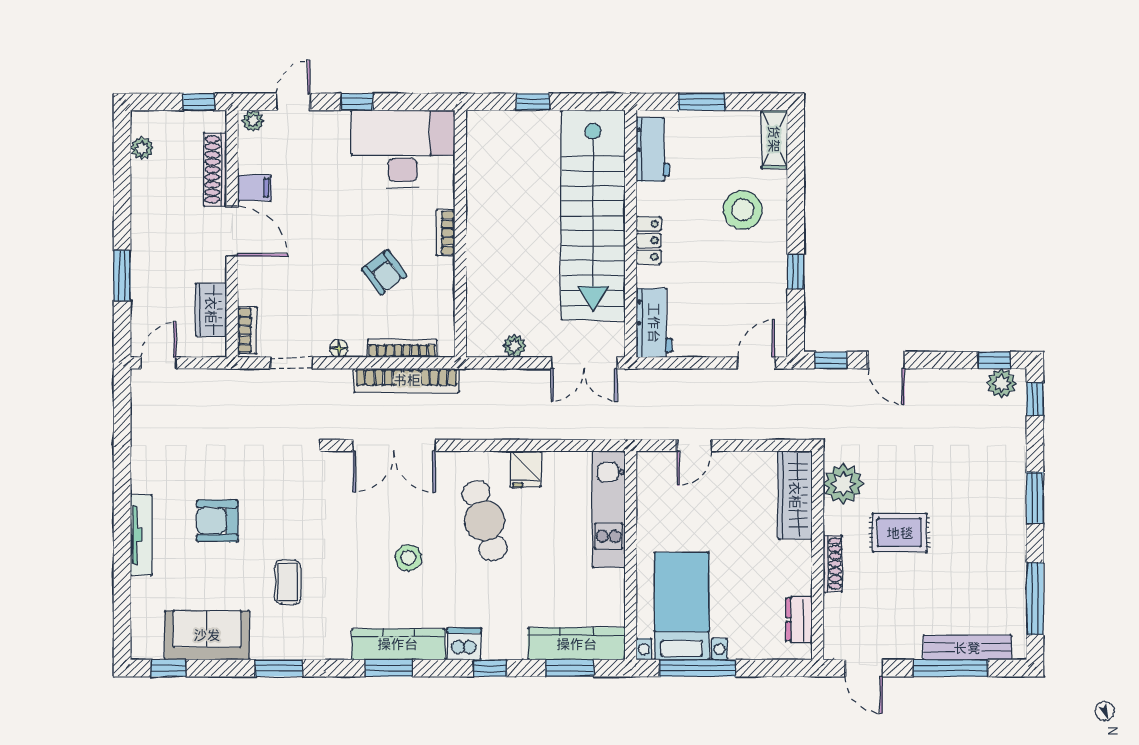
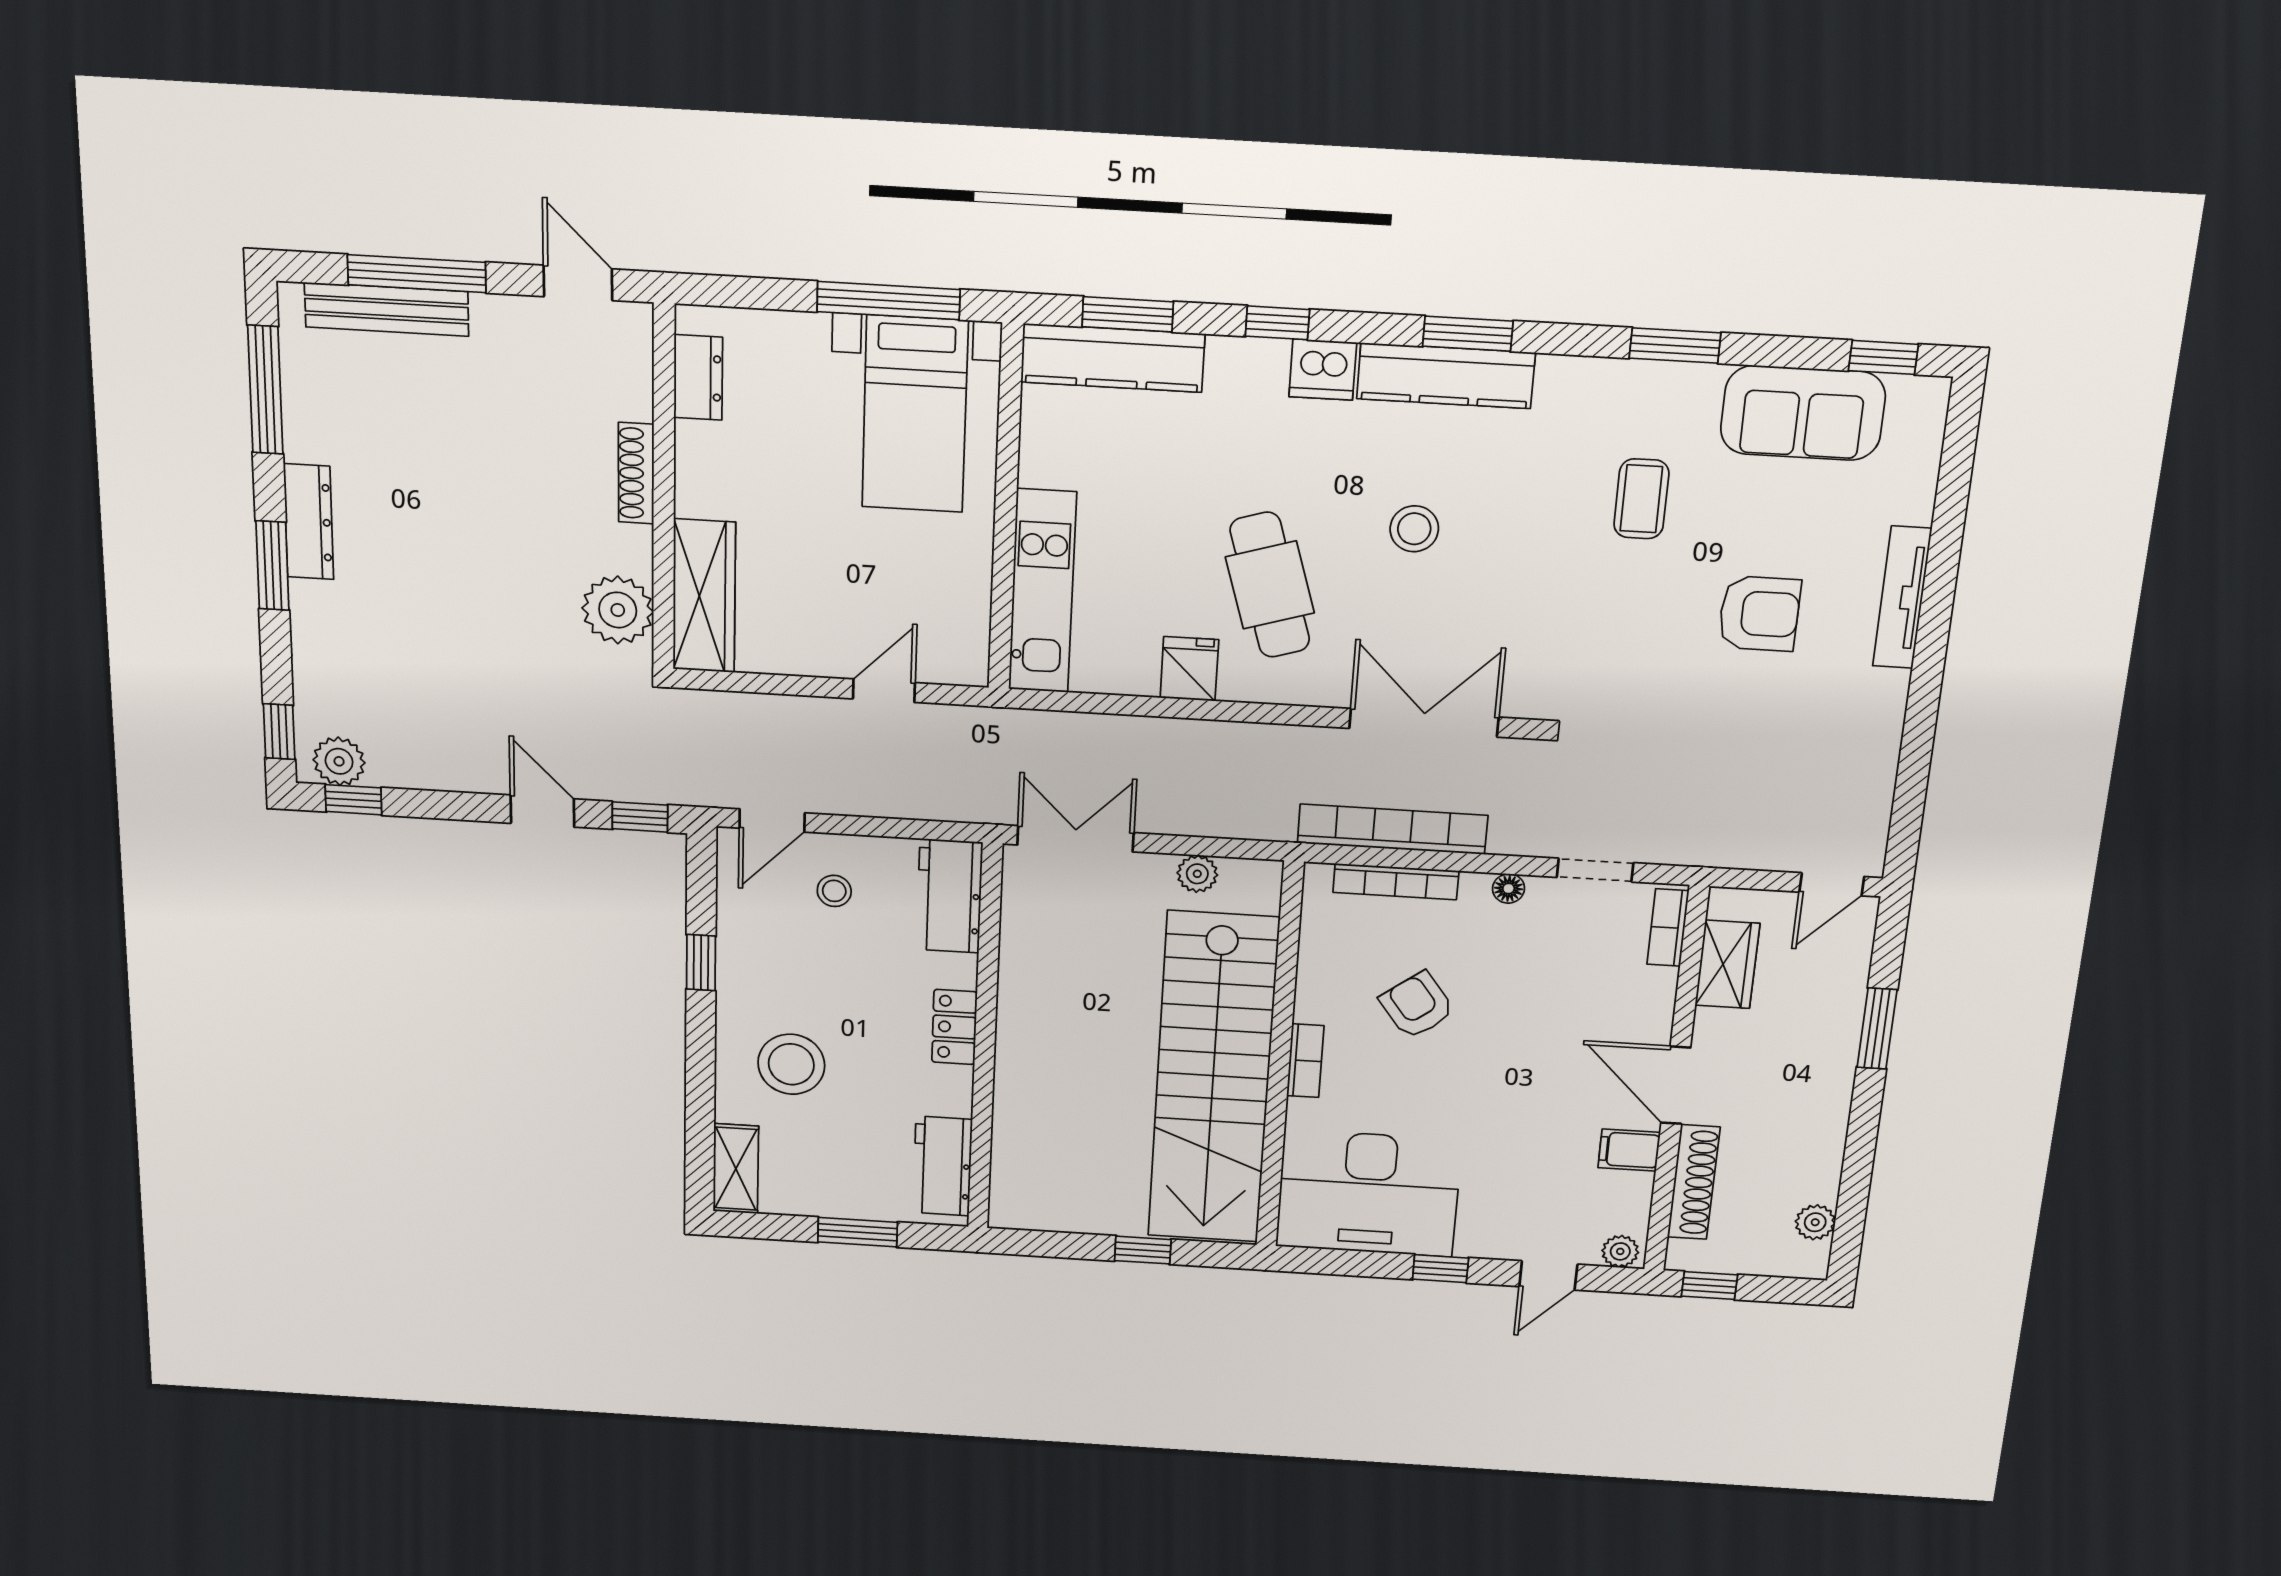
stairs: (593, 215) -> (1213, 1079), moved, turned 180
stool: (720, 322) -> (834, 891), added
dresser: (1014, 525) -> (309, 522), added
rug: (900, 533) -> (515, 520), removed

